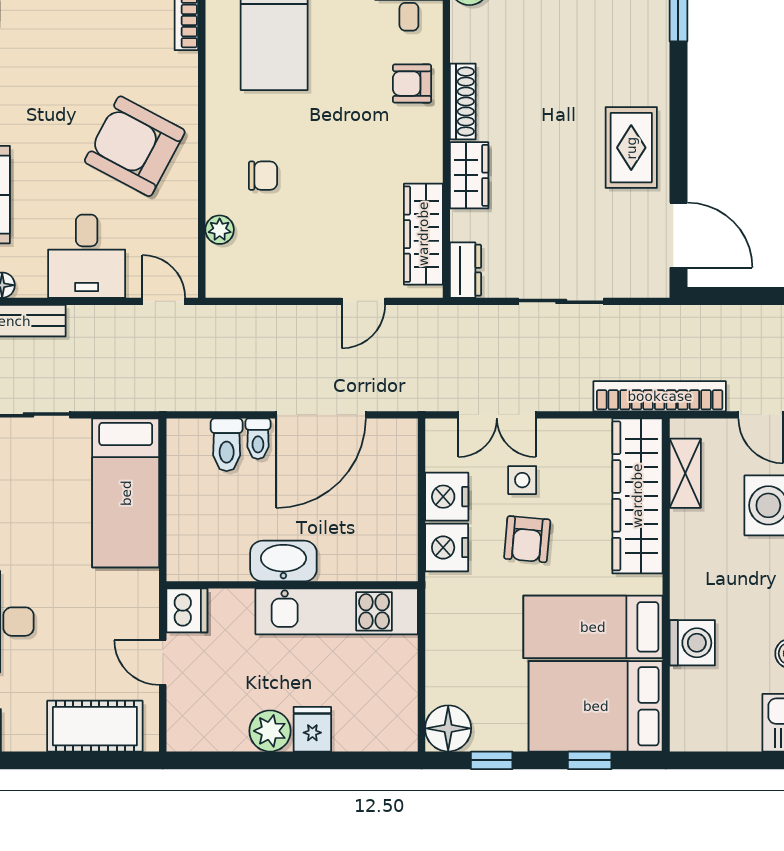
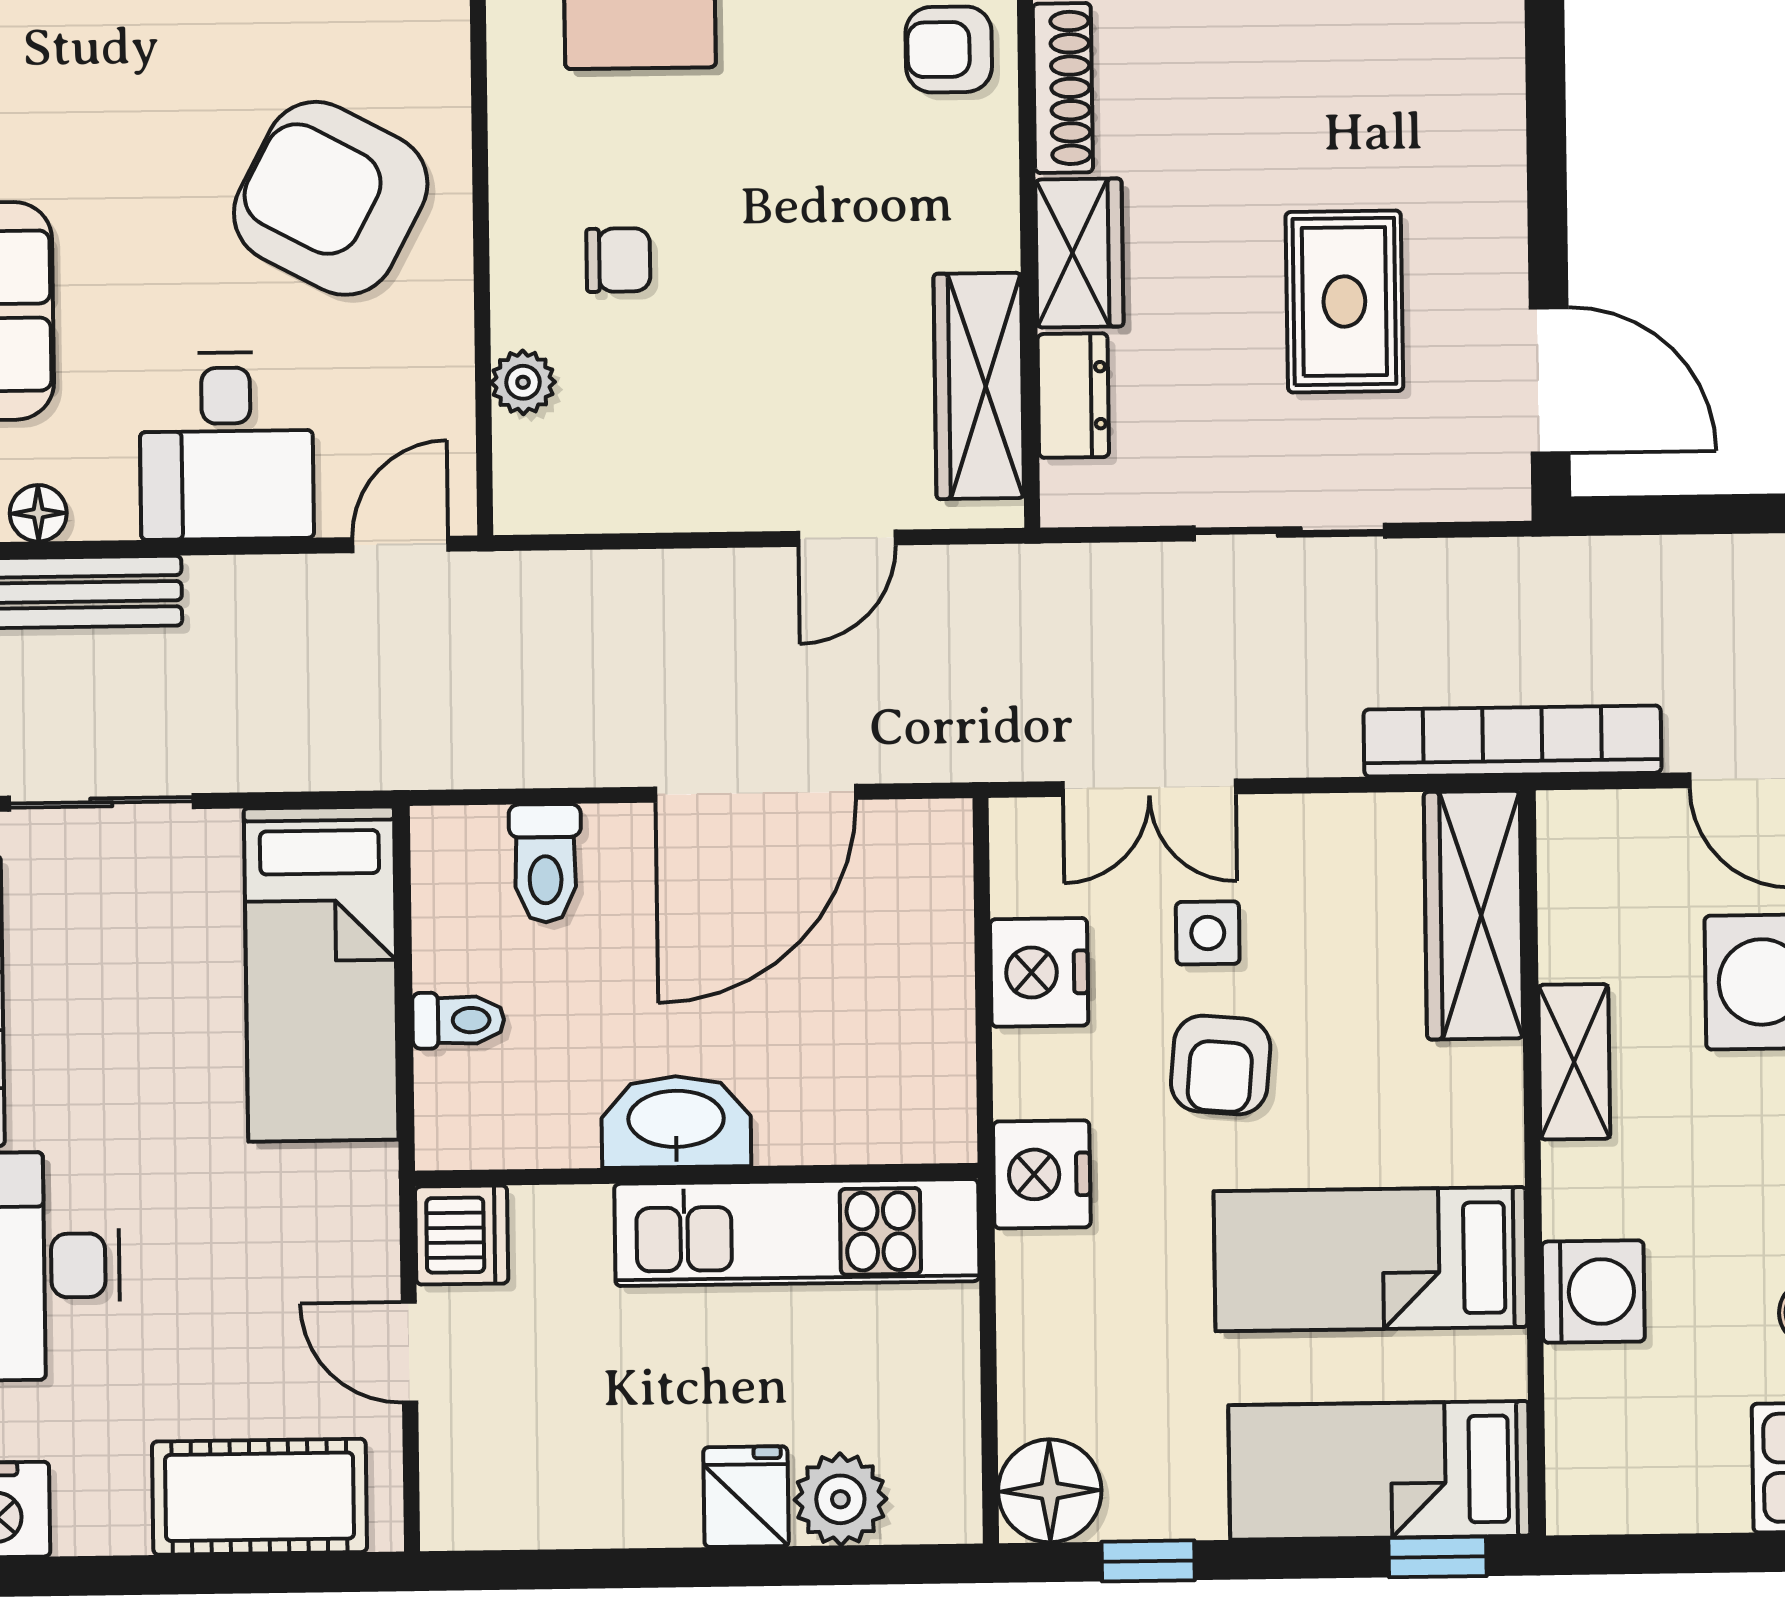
rug: (631, 148) -> (1344, 301), moved
dresser: (465, 270) -> (1073, 396), moved
door: (164, 301) -> (400, 544), hinge flipped
toilet: (258, 439) -> (458, 1020), moved, turned -90
shelving: (685, 473) -> (1574, 1062), moved
wardrobe: (637, 496) -> (1473, 915), width x0.71, depth x0.85
nightstand: (447, 548) -> (1042, 1174), moved
bed: (596, 706) -> (1379, 1470), width x0.67
plant: (270, 731) -> (840, 1499), moved
window: (590, 760) -> (1437, 1557), moved

